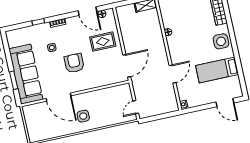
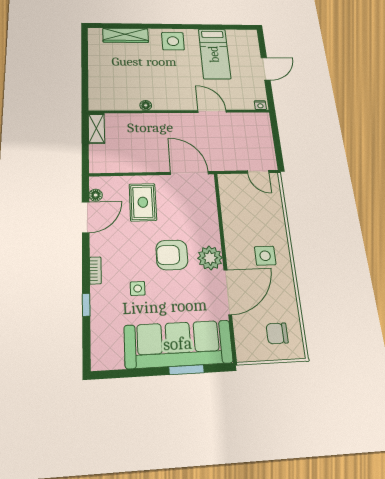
plant: (76, 85) -> (210, 258), added
door: (225, 102) -> (266, 69), moved
chair: (40, 127) -> (277, 333), added

